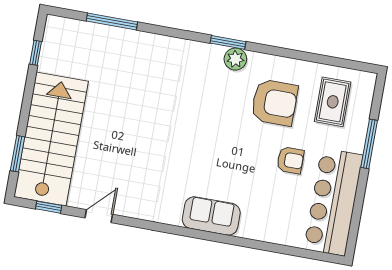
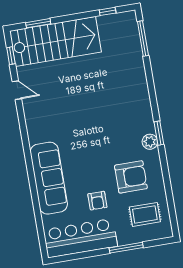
window: (112, 21) -> (143, 39), moved
armchair: (274, 103) -> (131, 177), turned -90
sofa: (211, 216) -> (49, 178), width x1.85, depth x1.27

